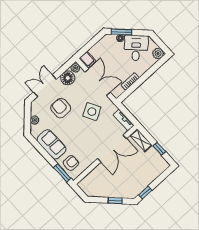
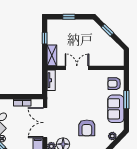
side table: (92, 112) -> (68, 106), removed
double door: (112, 149) -> (77, 68), width x0.73
window: (62, 173) -> (126, 100), moved
window: (145, 193) -> (69, 17), moved

